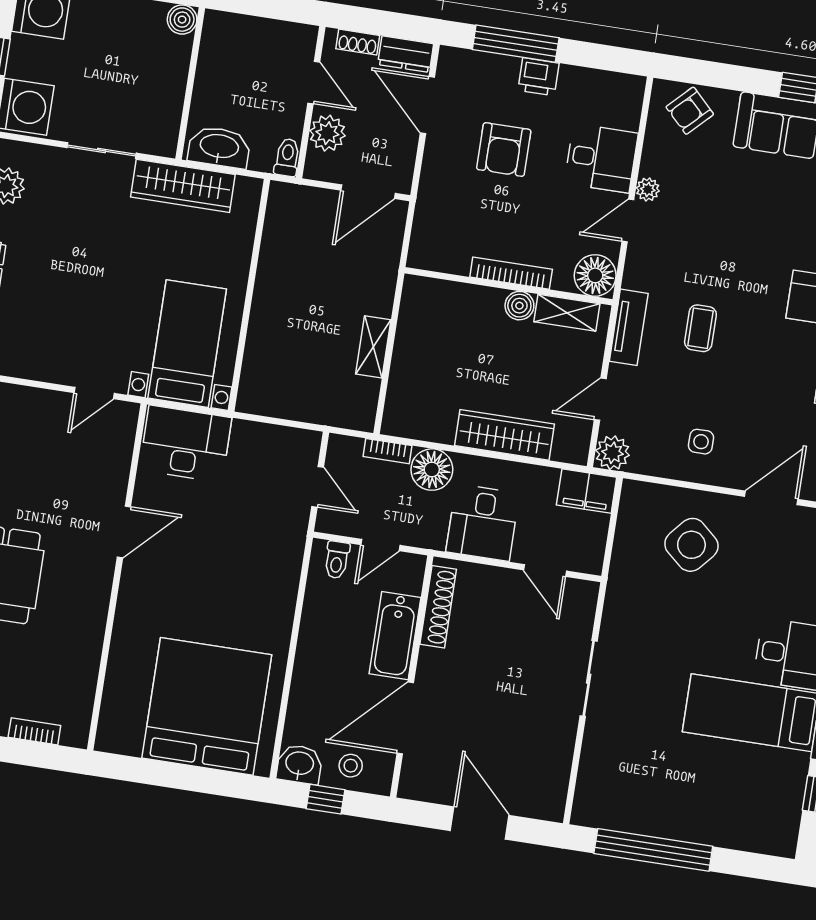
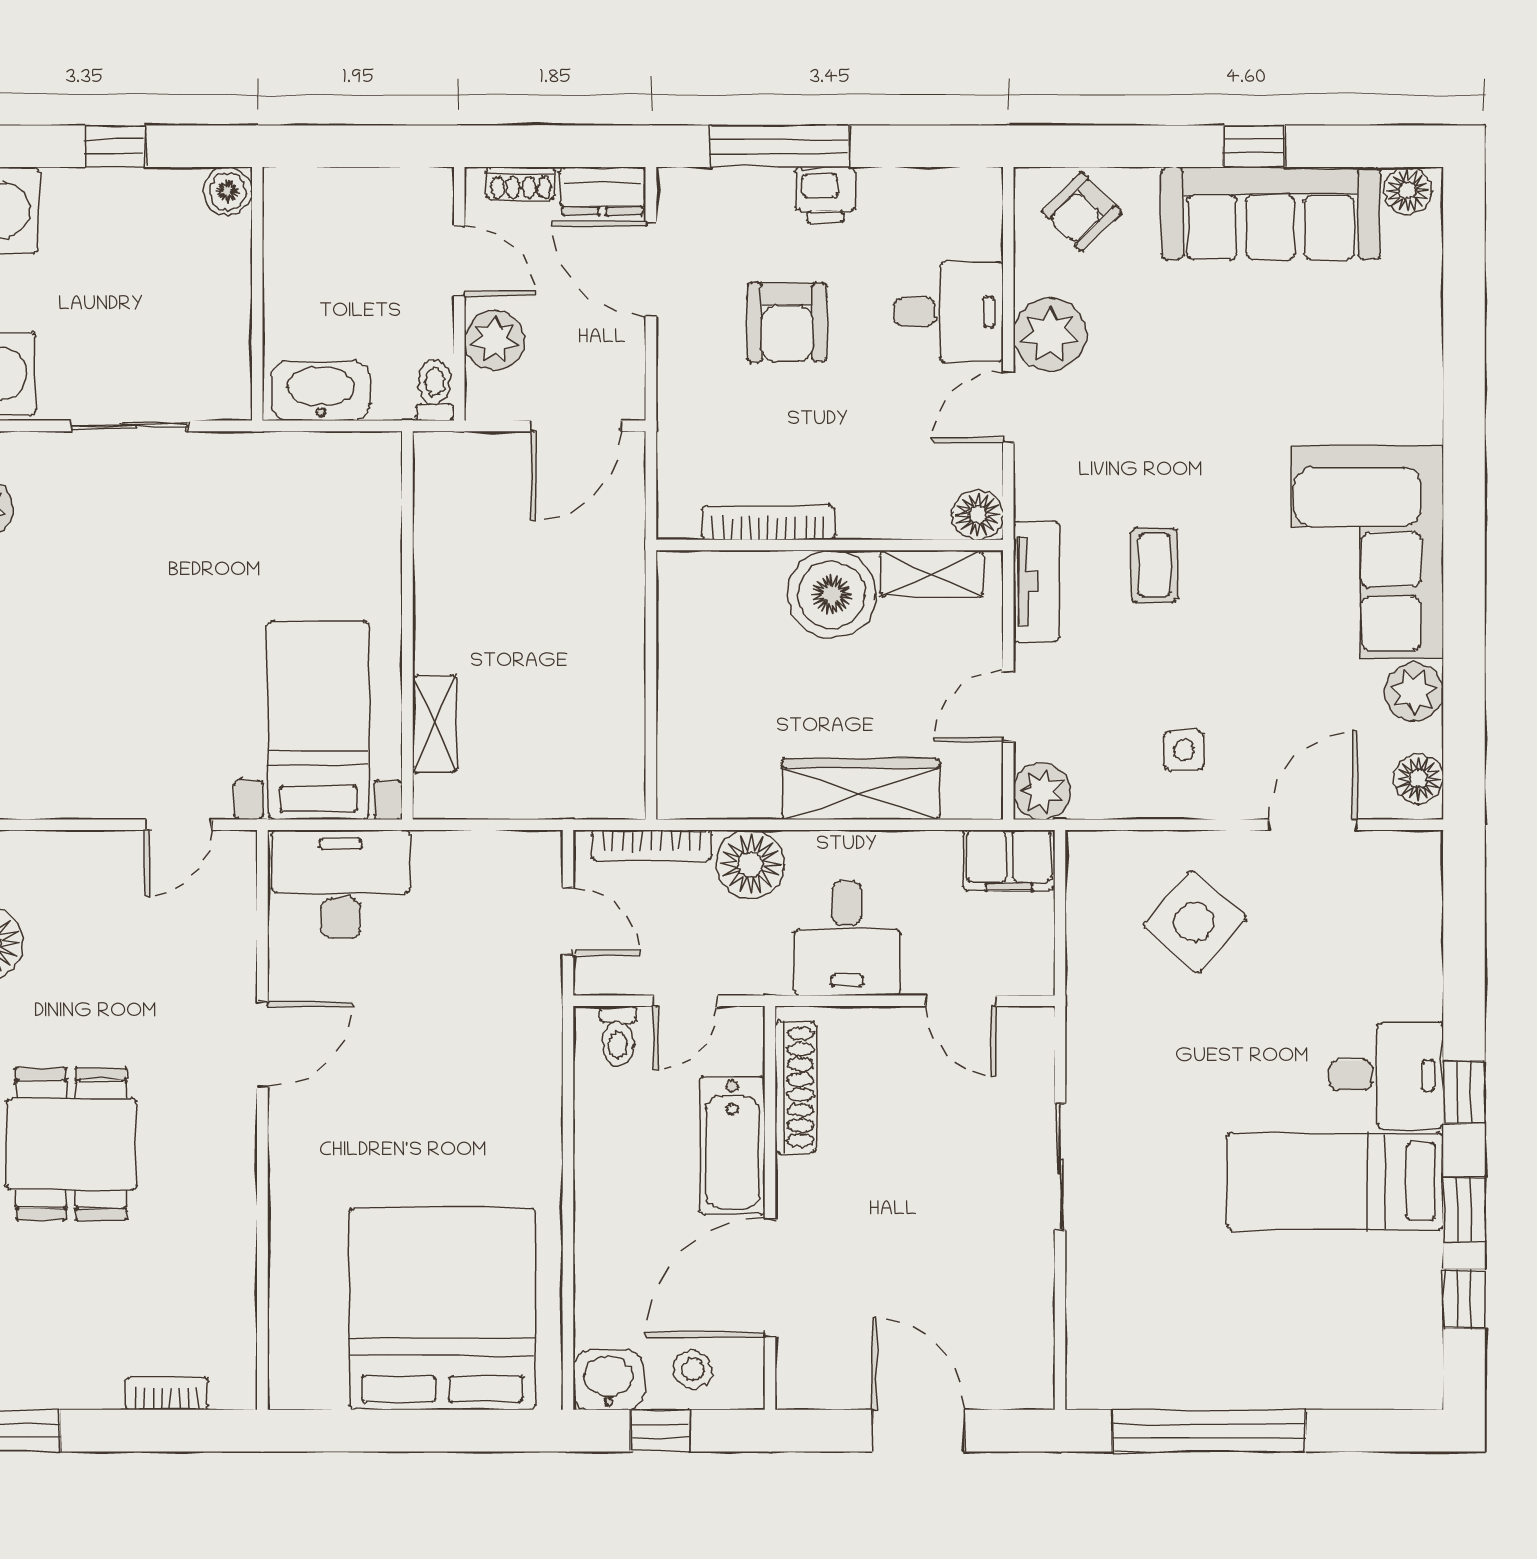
wardrobe: (183, 186) -> (271, 463), removed
plant: (648, 189) -> (1050, 334), width x1.88, depth x1.88
bookcase: (511, 273) -> (768, 523), moved
floor lamp: (595, 275) -> (978, 515), width x0.73, depth x0.73
boiler: (519, 306) -> (832, 594), width x1.86, depth x1.86
shelving: (373, 347) -> (435, 724), moved
bookcase: (388, 451) -> (652, 845), width x1.56

